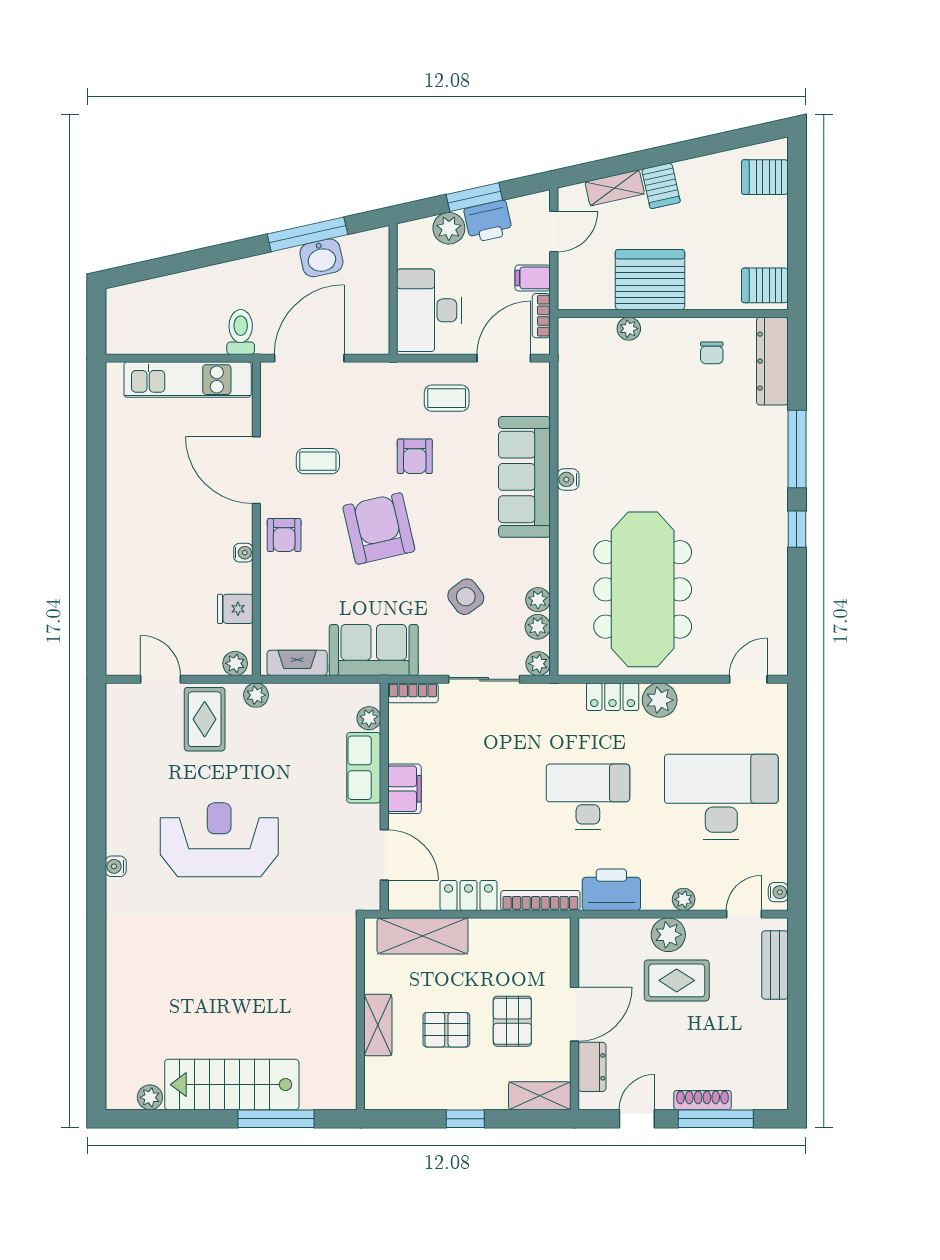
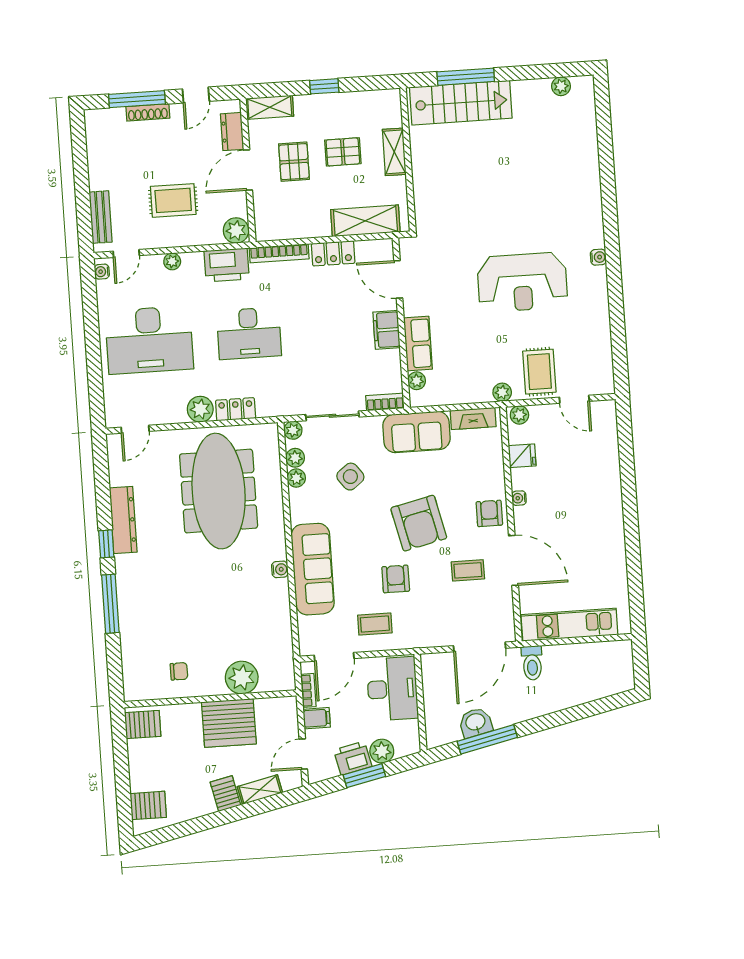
plant: (629, 329) -> (242, 678), width x1.88, depth x1.88
chair: (712, 353) -> (179, 671), turned 90
dresser: (772, 361) -> (123, 520), moved
plant: (668, 935) -> (236, 230), moved
stairs: (232, 1085) -> (461, 103), moved

